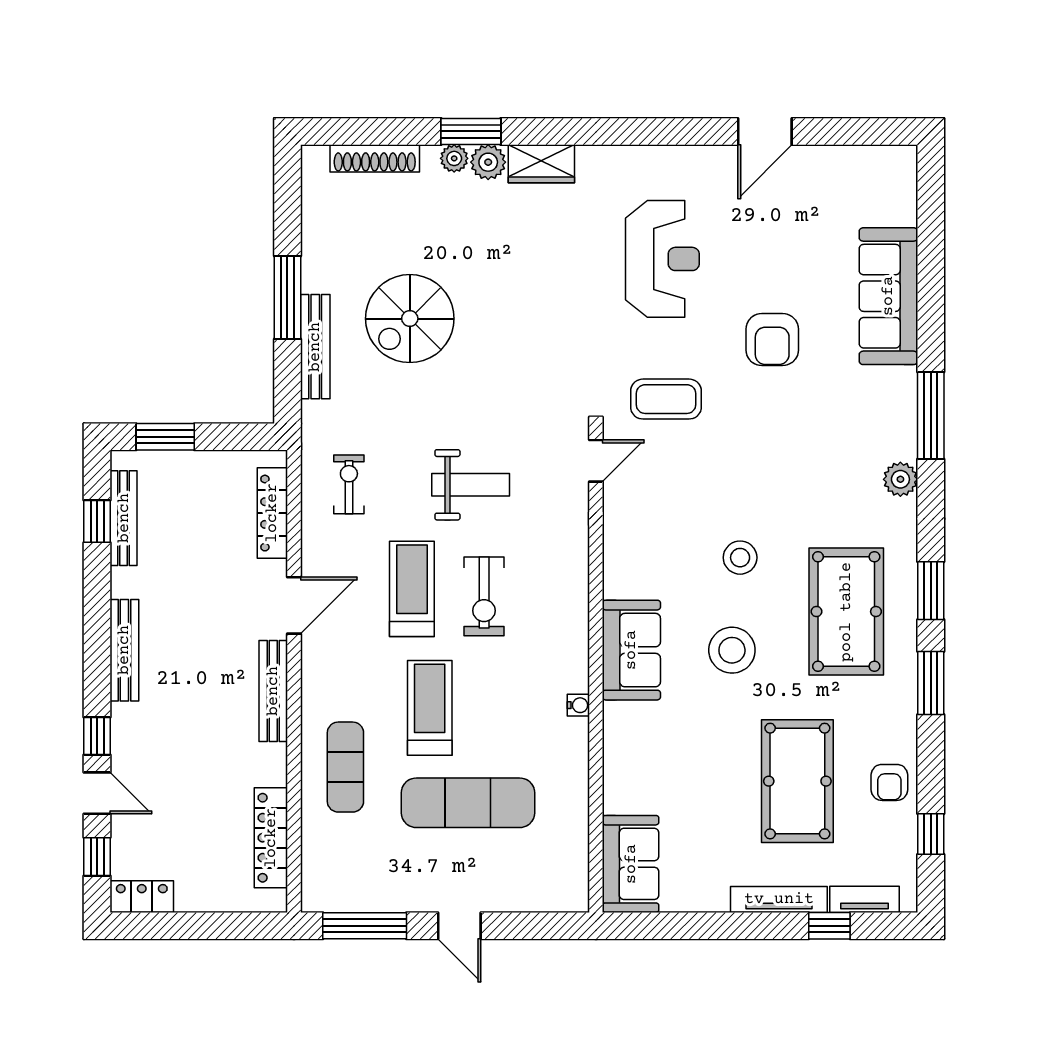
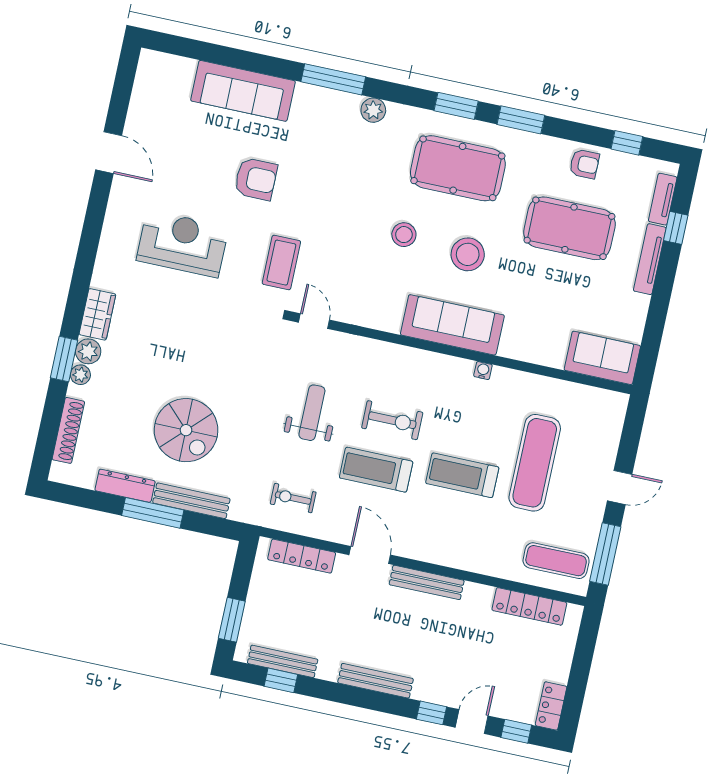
dresser: (316, 252) -> (125, 486), added
sofa: (631, 650) -> (452, 325), width x1.36
exercise mat: (345, 767) -> (556, 561), moved

